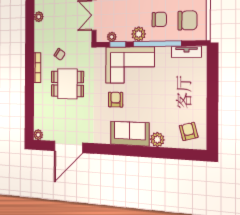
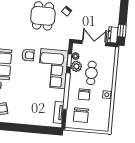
cafe table: (131, 13) -> (91, 73), added
plant: (139, 34) -> (76, 66), moved

